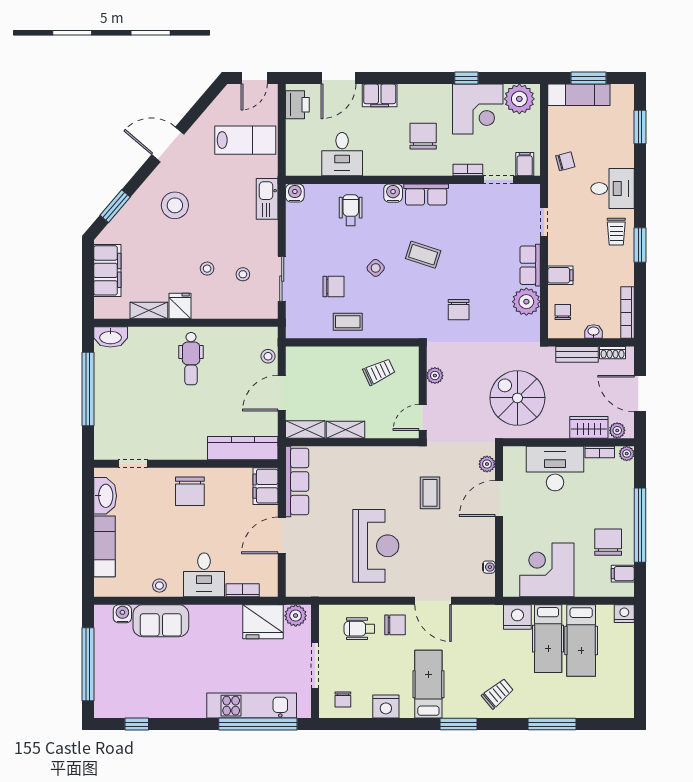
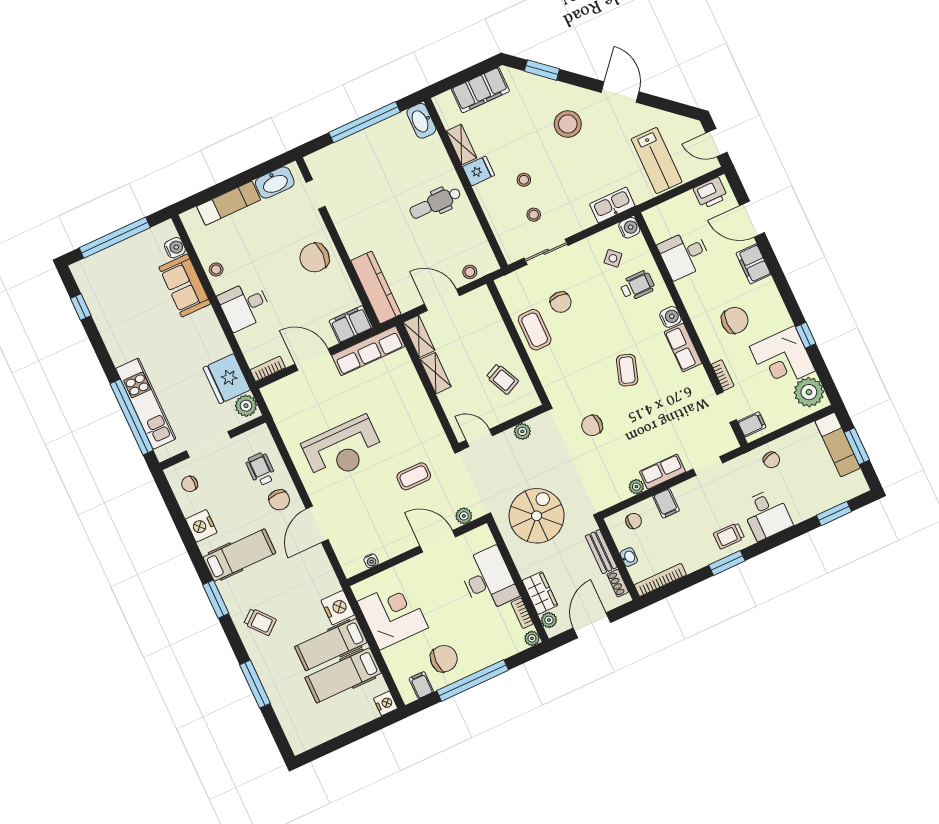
side table: (376, 268) -> (613, 258), moved
plant: (526, 302) -> (636, 487), width x0.53, depth x0.53
coffee table: (348, 322) -> (535, 330), width x1.36, depth x1.30
bookcase: (243, 590) -> (268, 369), moved, turned -90

